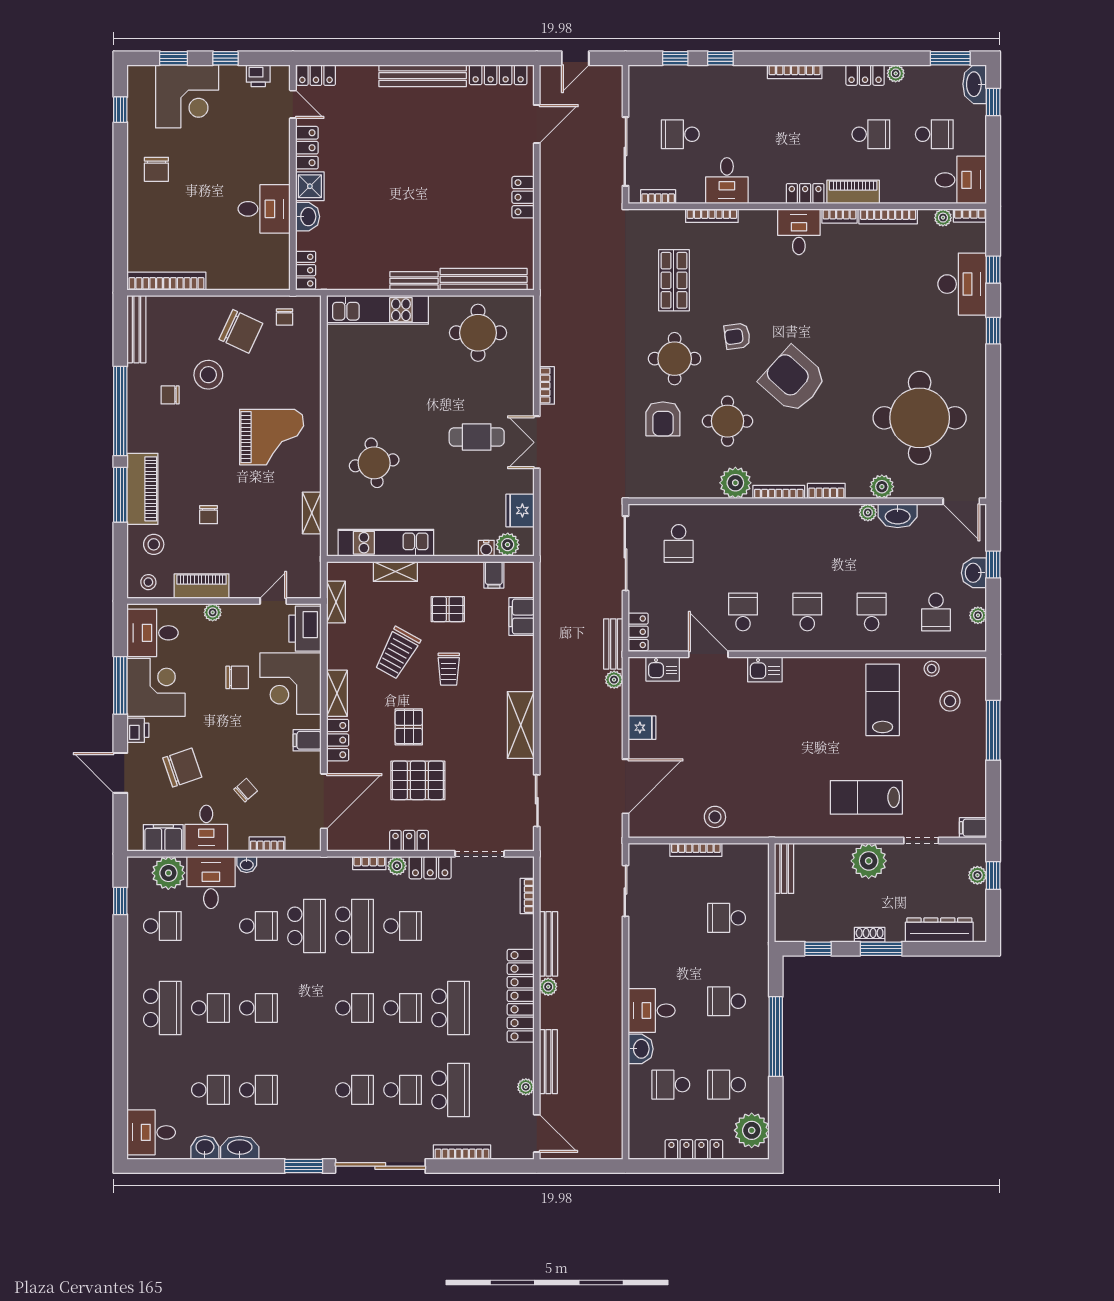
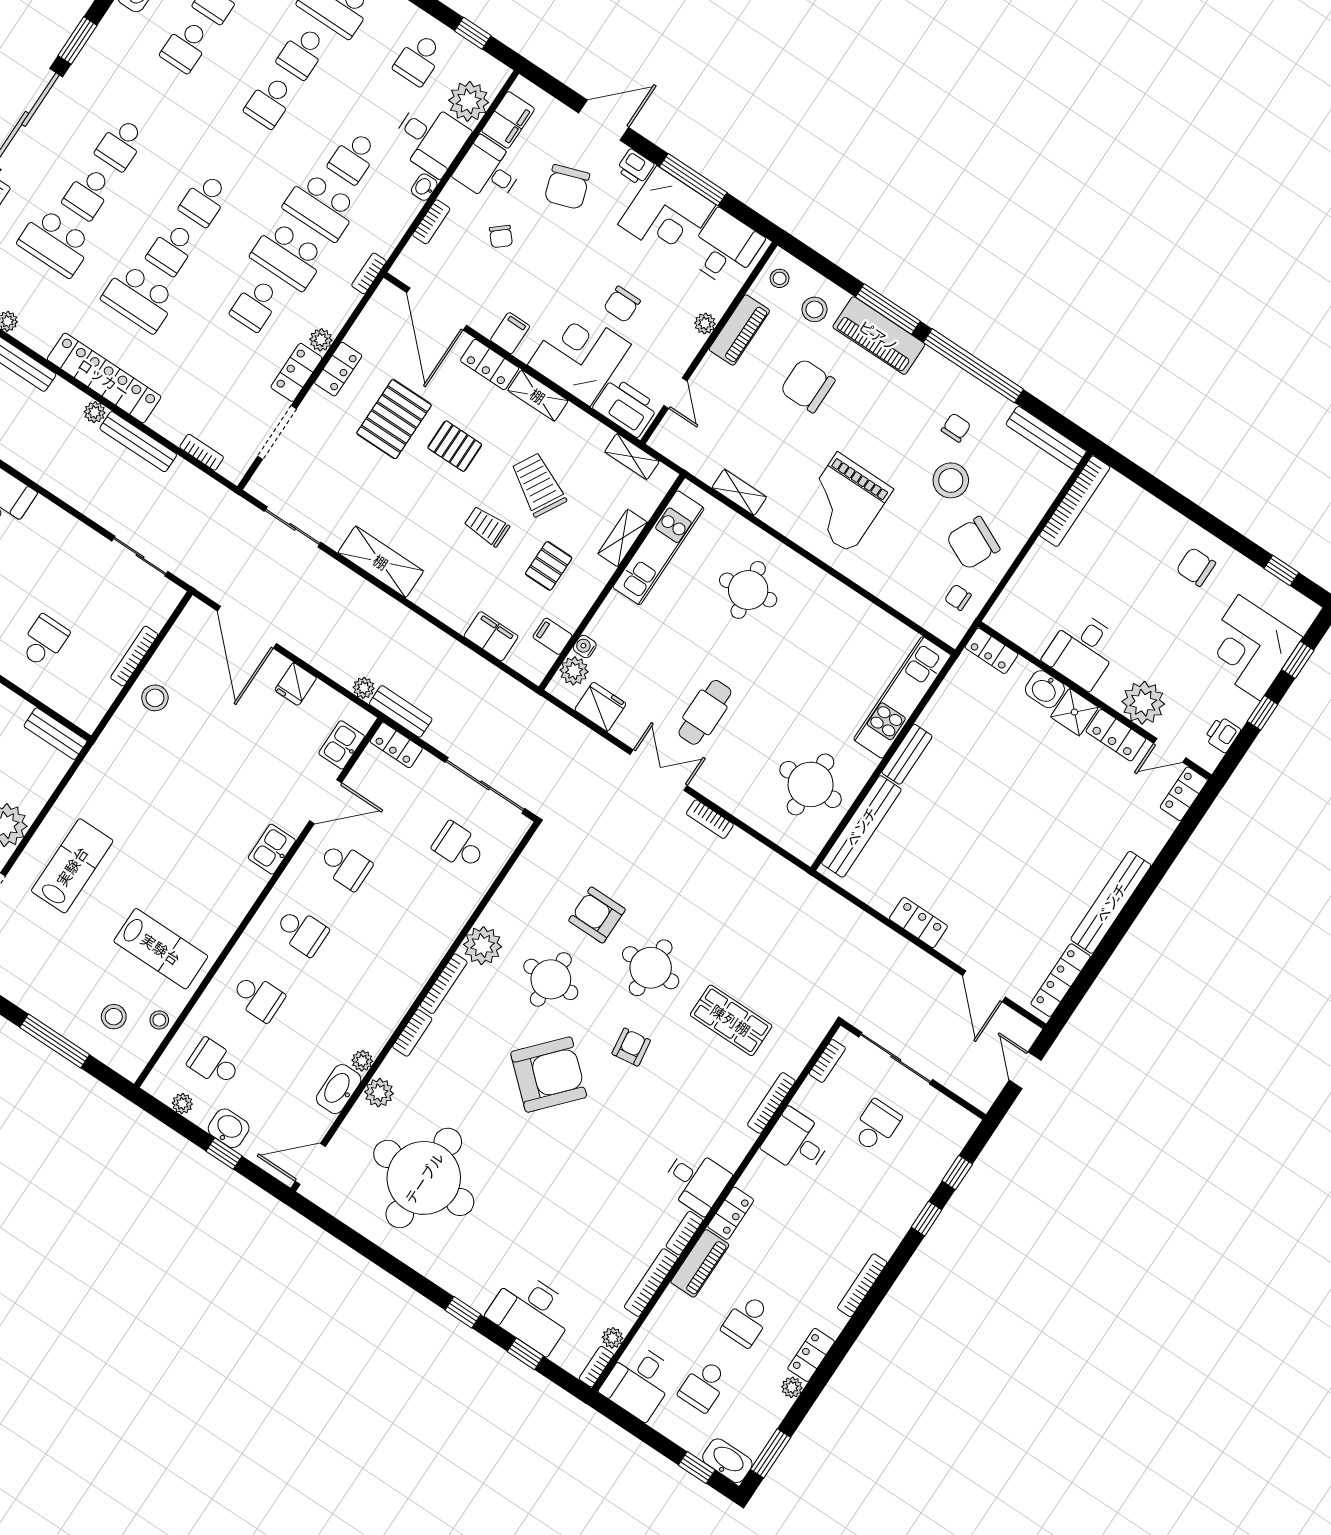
plant: (272, 144) -> (1143, 703), added
chair: (209, 515) -> (808, 386), width x1.87, depth x1.87
bookcase: (369, 863) -> (369, 273), moved

